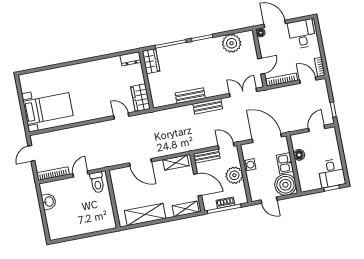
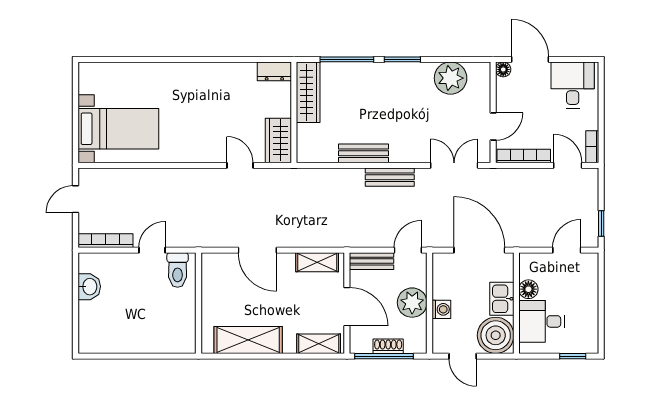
wardrobe: (151, 61) -> (308, 92), width x1.50
door: (226, 146) -> (408, 250), hinge flipped
washing machine: (250, 165) -> (441, 309), moved
desk: (332, 173) -> (542, 321), moved, turned 90

